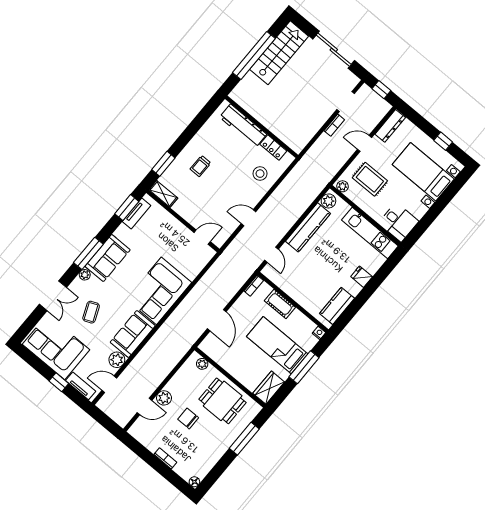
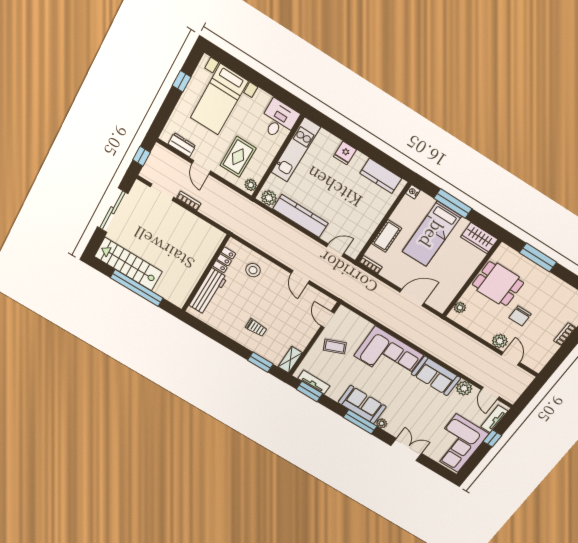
dresser: (390, 126) -> (182, 145), width x0.70
coffee table: (91, 312) -> (335, 347), moved
dining table: (223, 401) -> (498, 284), turned 90

